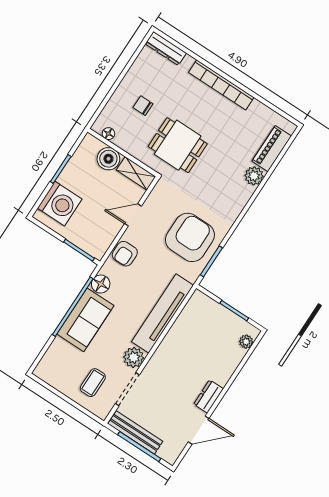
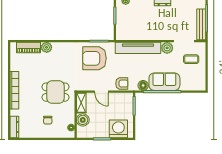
dining table: (178, 145) -> (55, 92), turned 90

